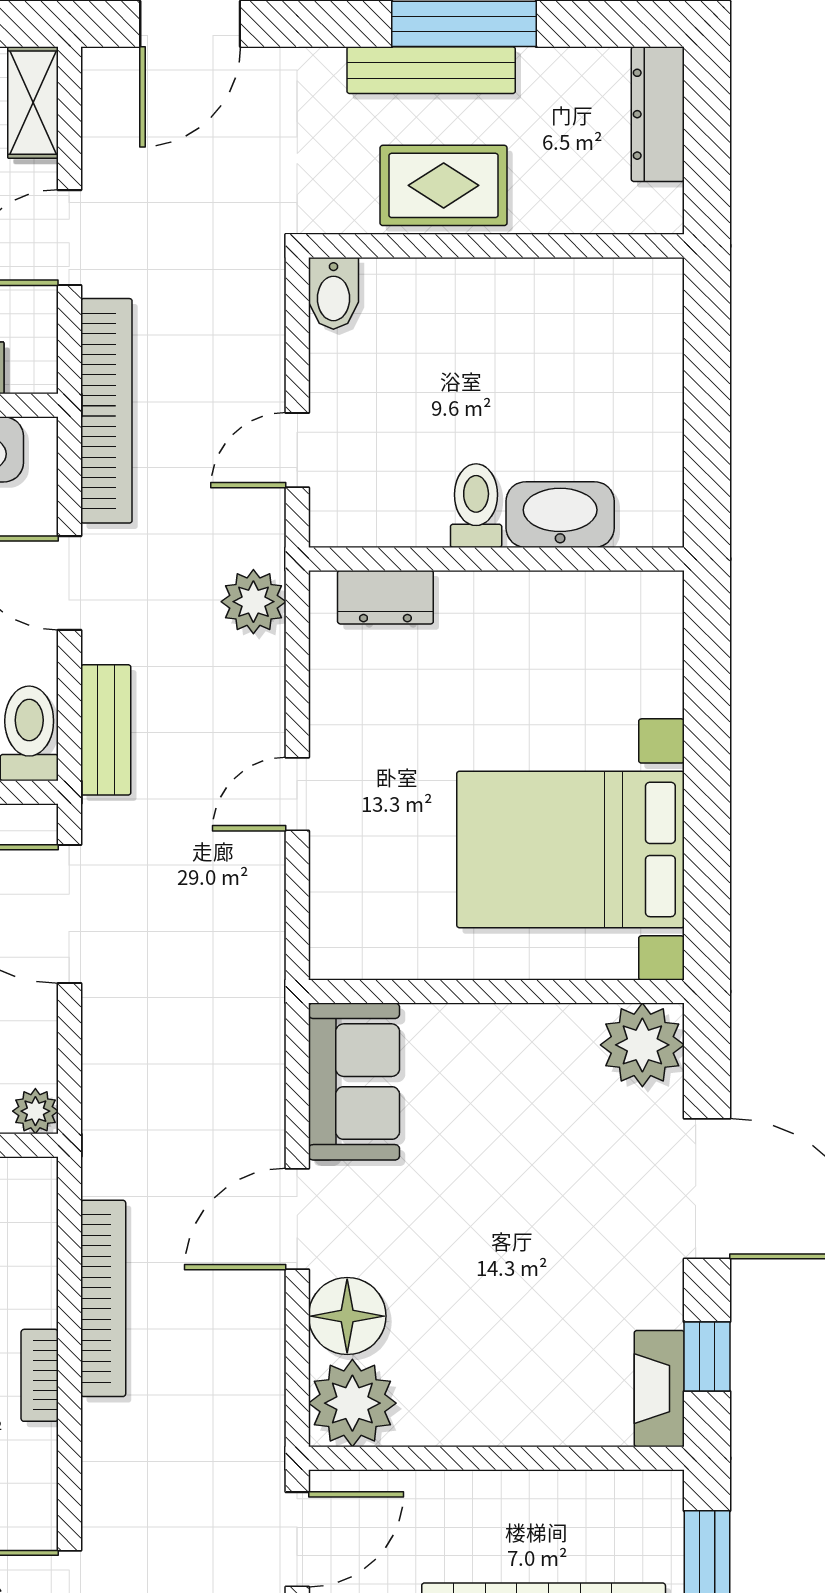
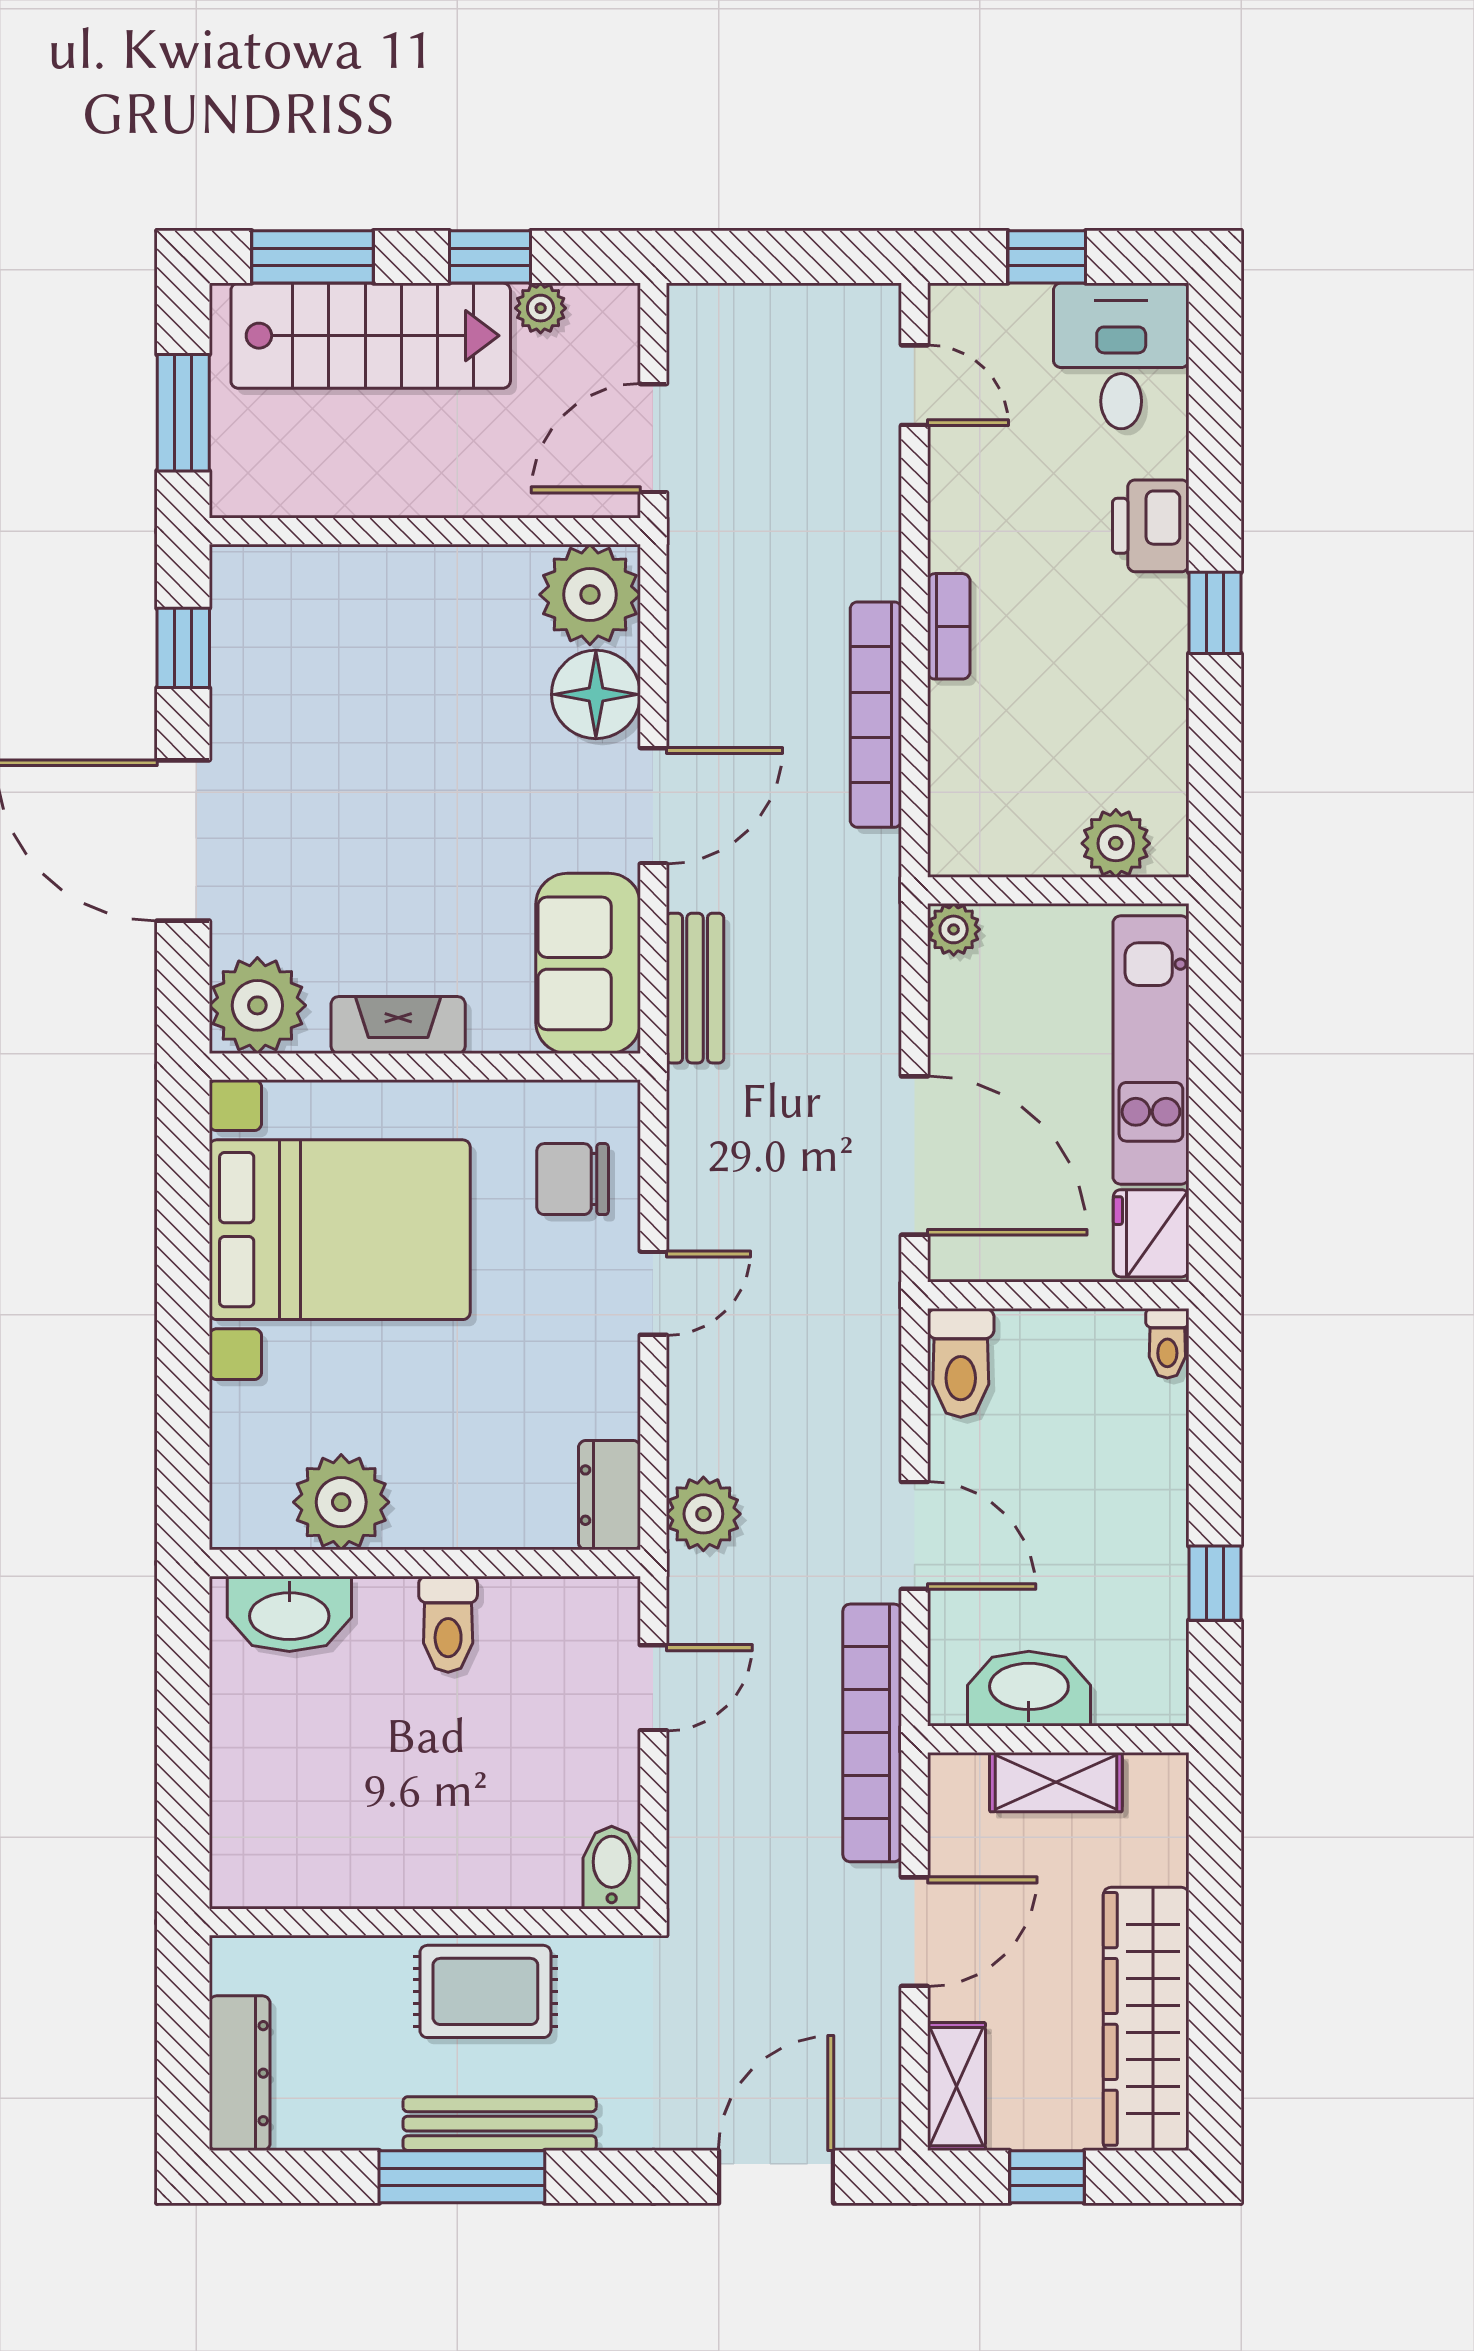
washbasin: (560, 515) -> (289, 1614), moved
dresser: (385, 597) -> (609, 1495), moved, turned -90
plant: (569, 612) -> (341, 1502), added
bench: (106, 730) -> (695, 988), moved
chair: (368, 894) -> (573, 1179), added
fireplace: (659, 1389) -> (398, 1025), moved, turned -90

